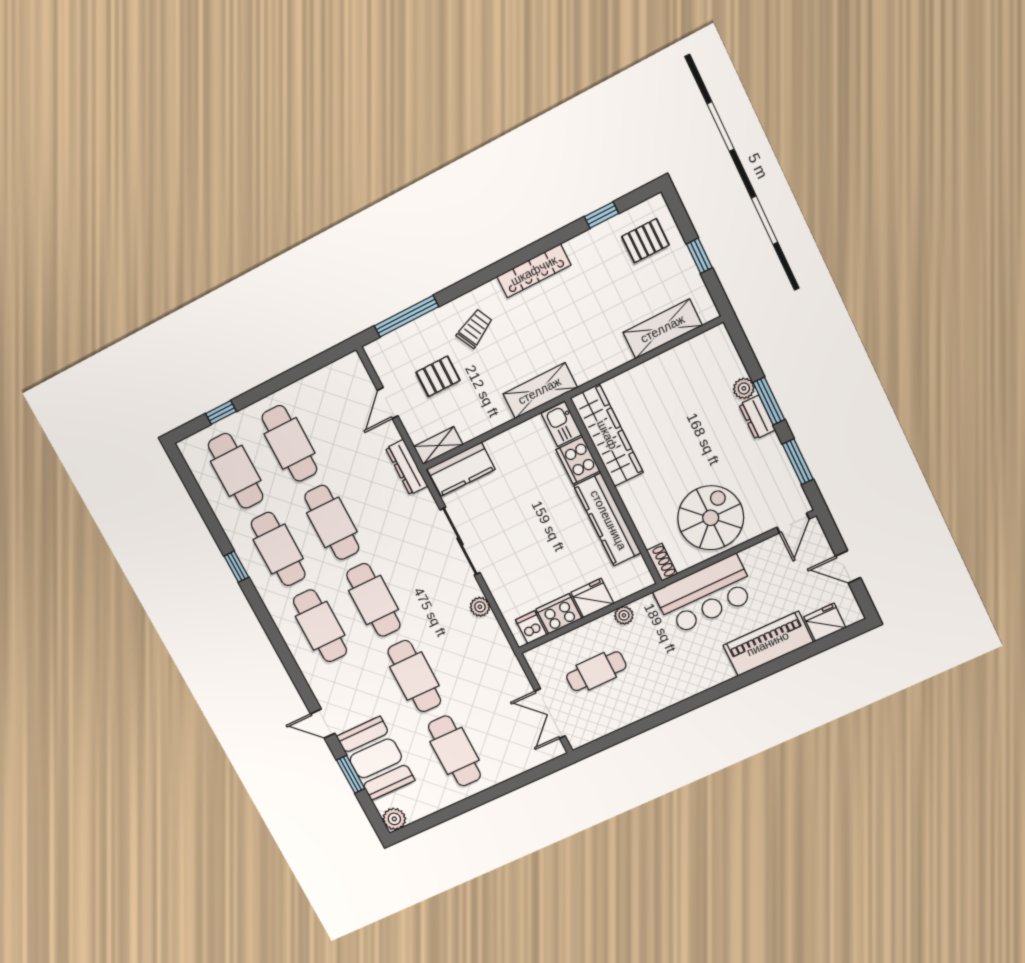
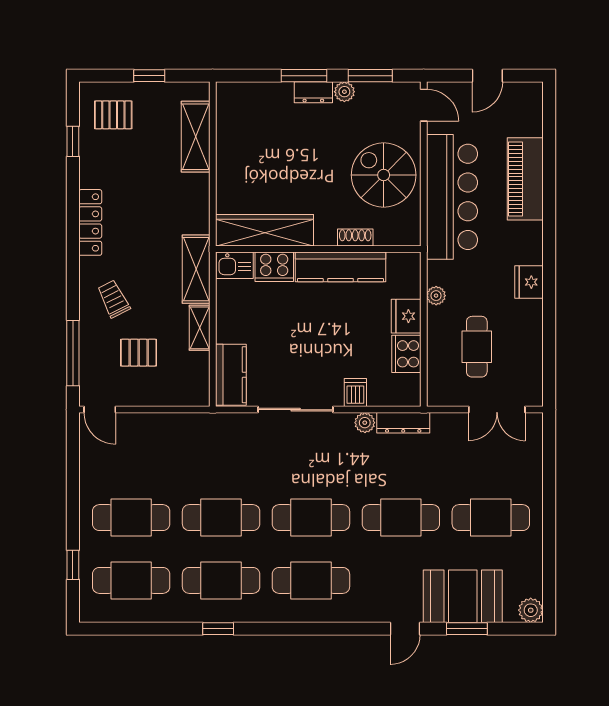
pallet: (645, 241) -> (113, 115), turned 90
pallet: (438, 376) -> (139, 353), turned 90
plant: (744, 388) -> (344, 92), moved
door: (388, 403) -> (100, 410), moved
shelving: (438, 446) -> (200, 328), moved
dresser: (407, 467) -> (403, 423), moved
shoe rack: (662, 562) -> (355, 238), moved
bar counter: (705, 595) -> (452, 197), width x1.36
fridge: (825, 622) -> (529, 282), moved
dishwasher: (531, 627) -> (355, 393), moved, turned 90

